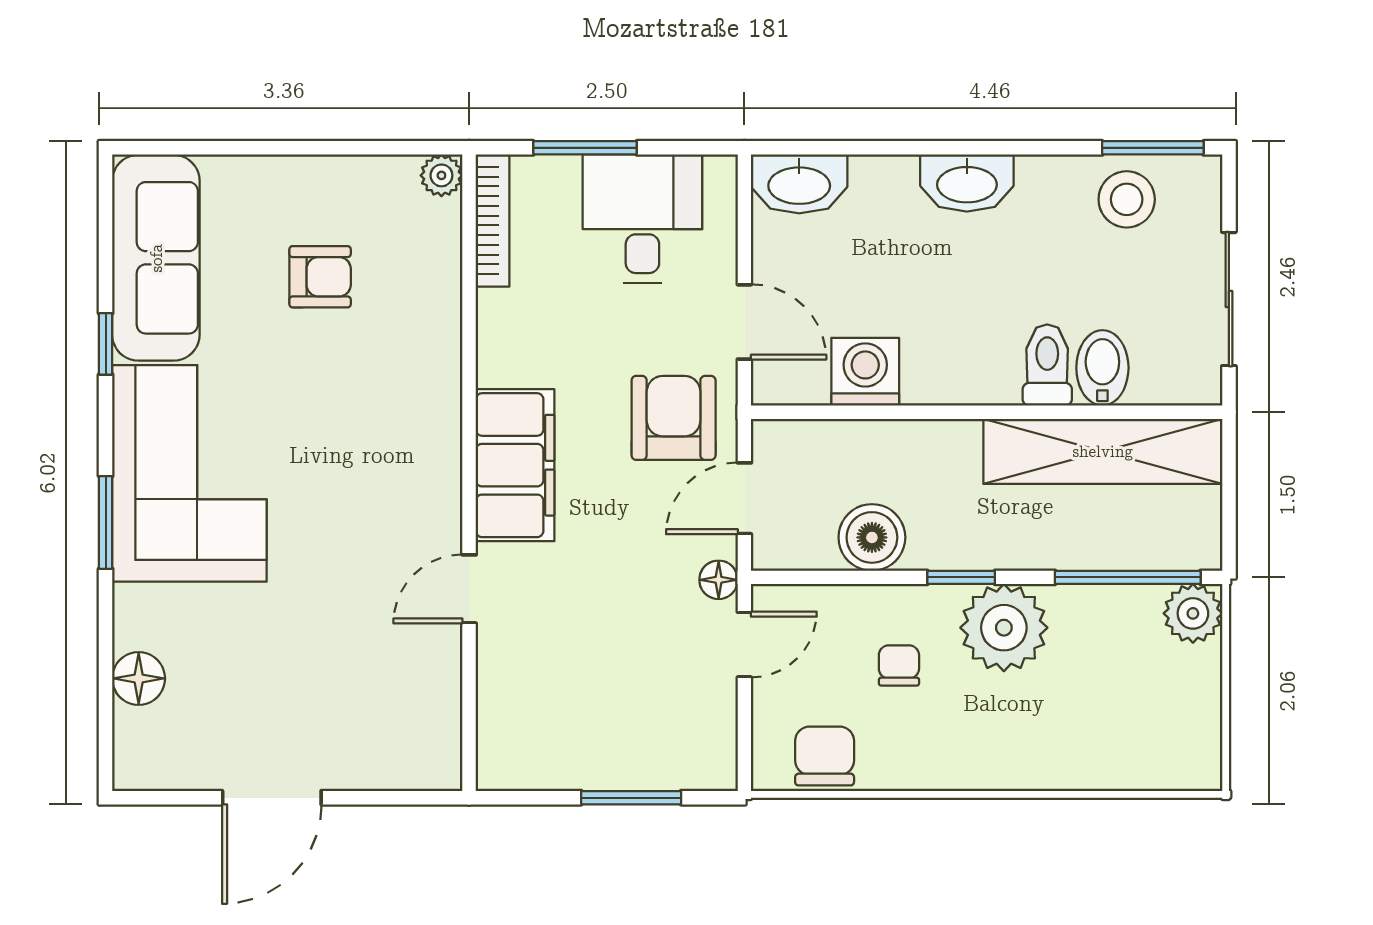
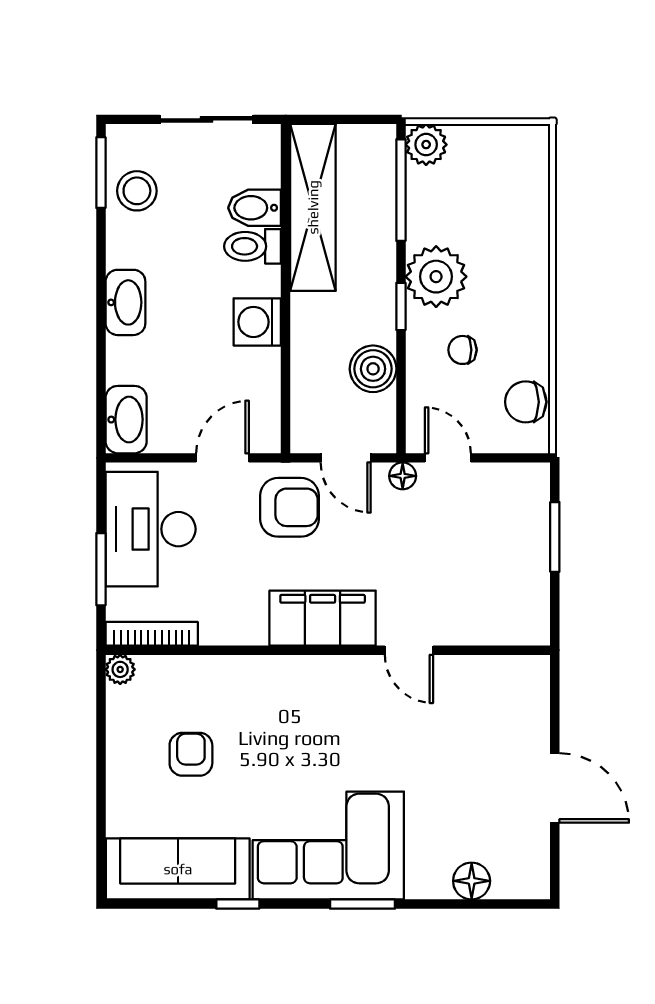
desk: (642, 219) -> (151, 529), width x1.37
washing machine: (865, 372) -> (257, 322), moved
armchair: (674, 418) -> (290, 507), turned 180

